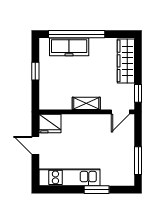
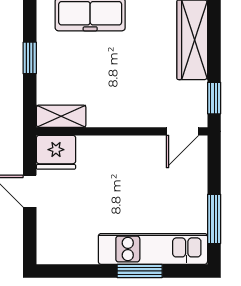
shelving: (86, 103) -> (61, 116), moved
kitchen unit: (69, 177) -> (153, 249), moved

